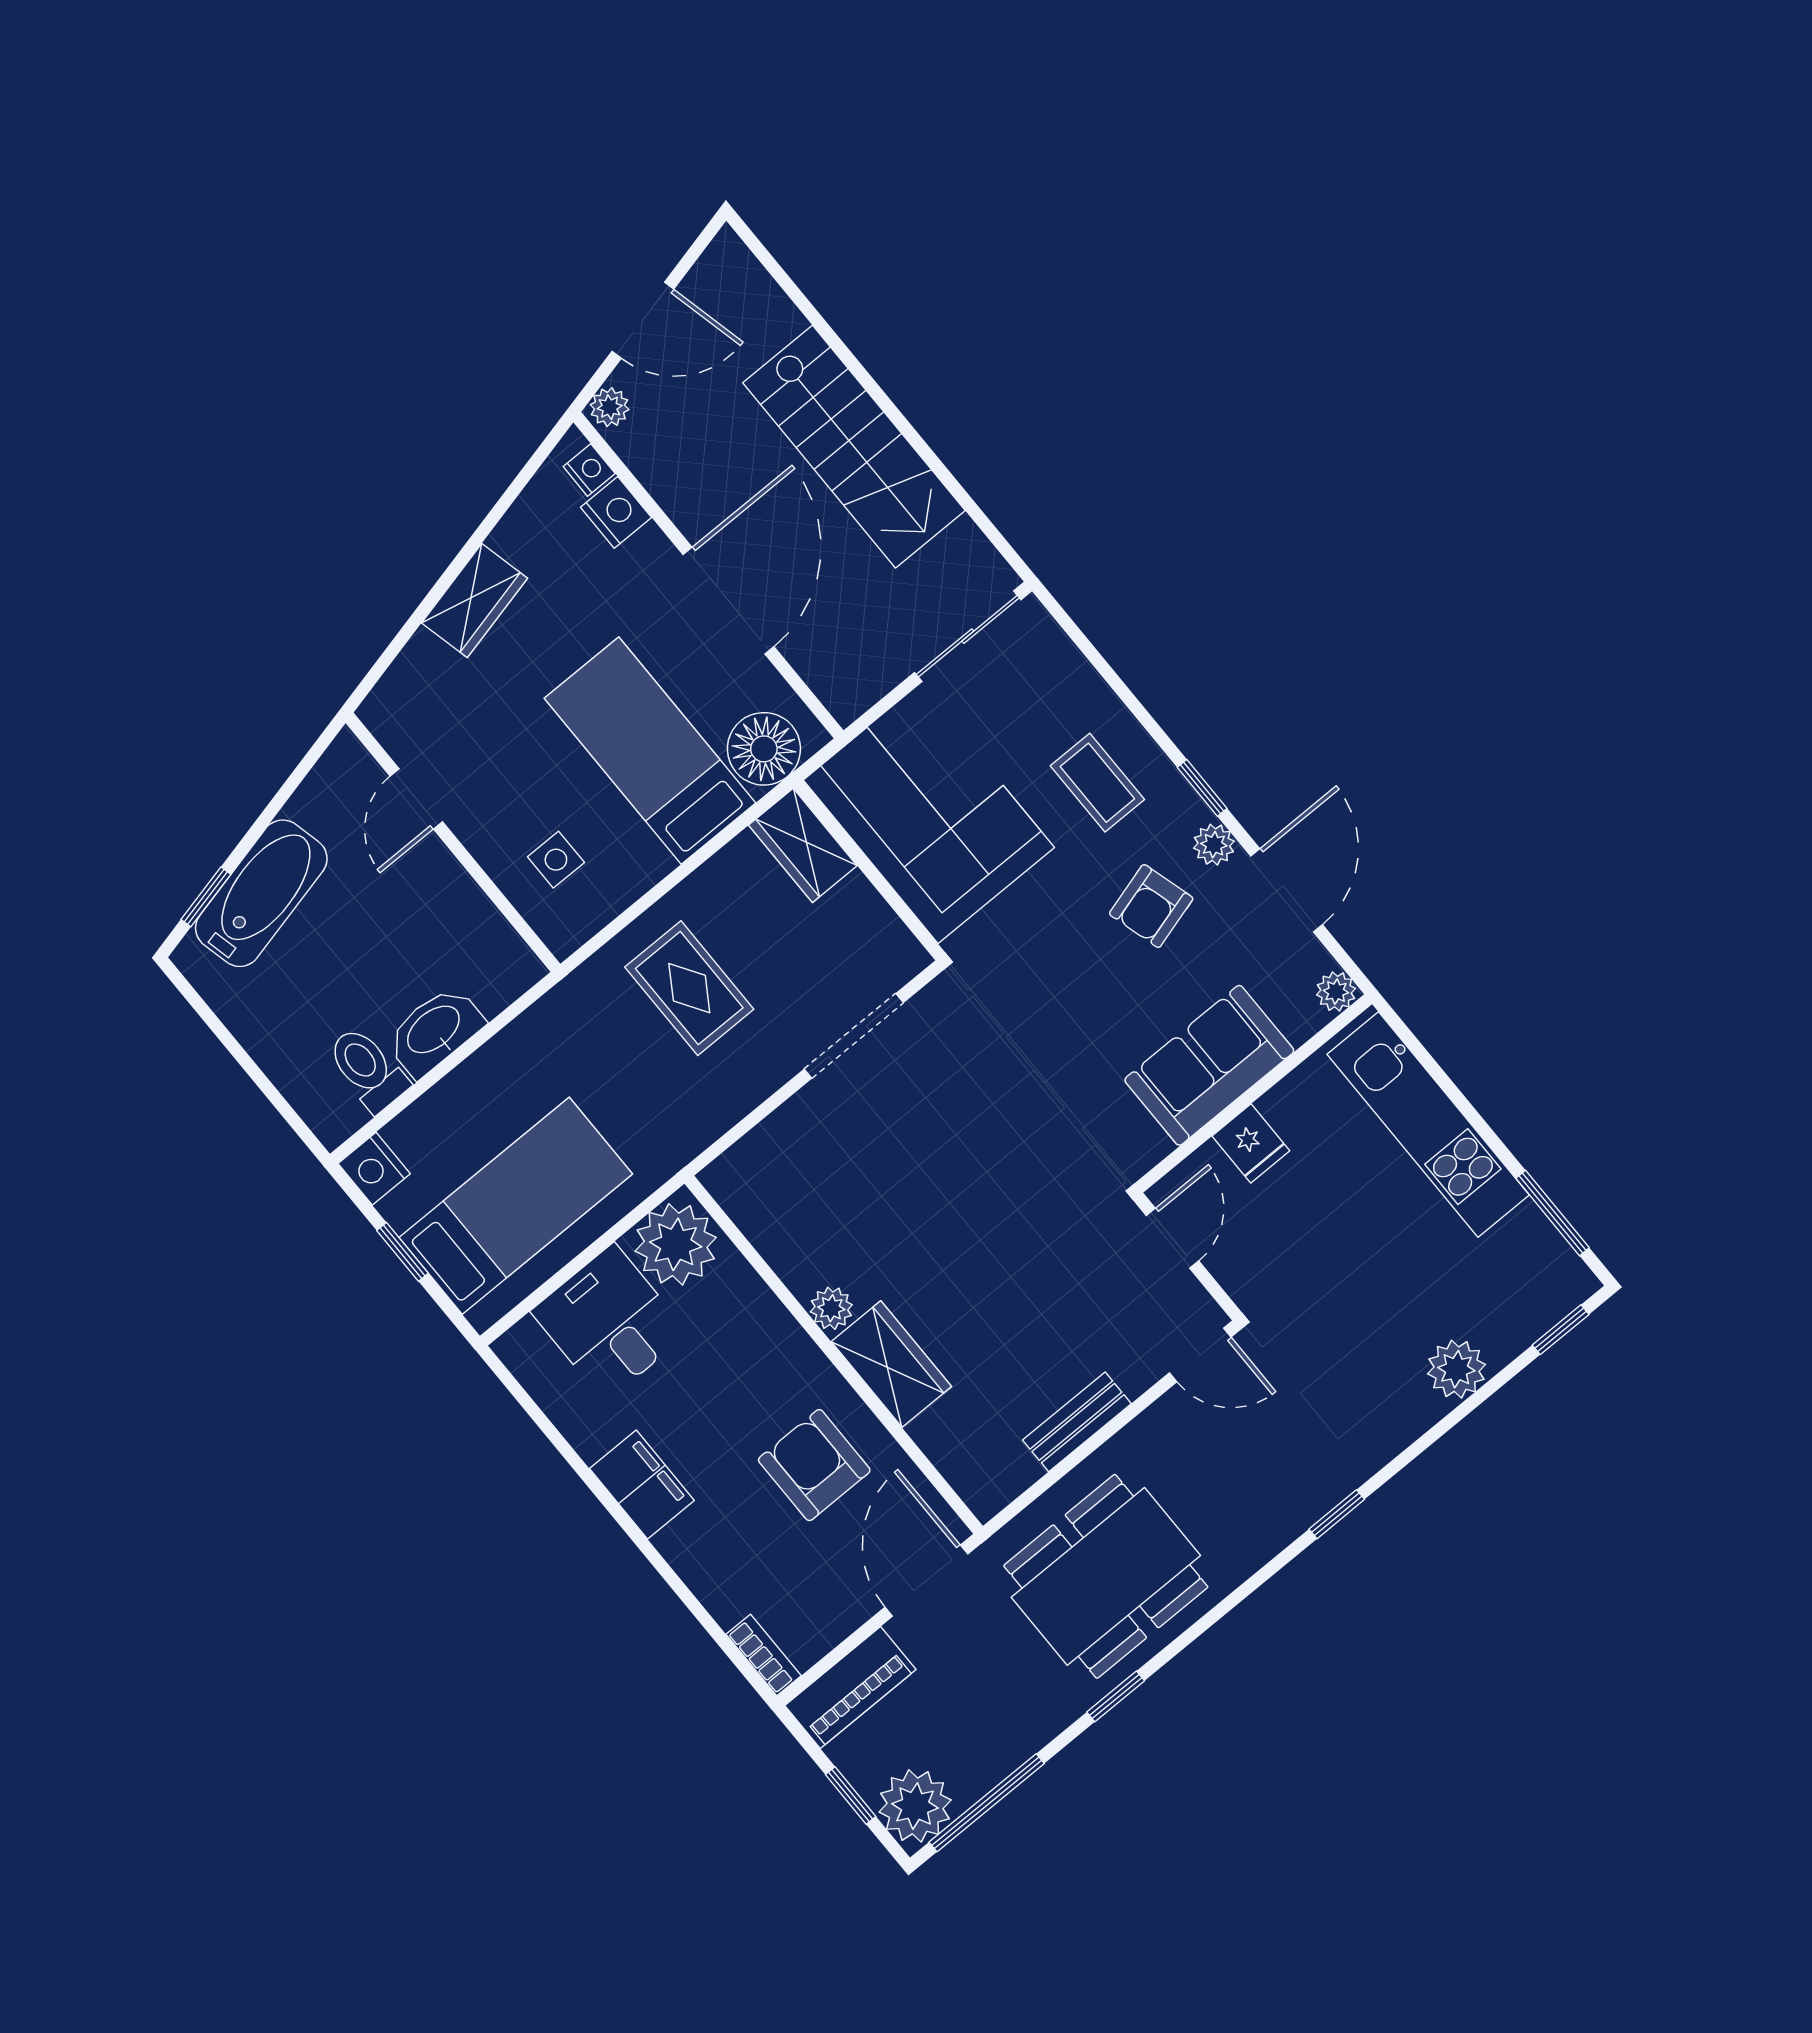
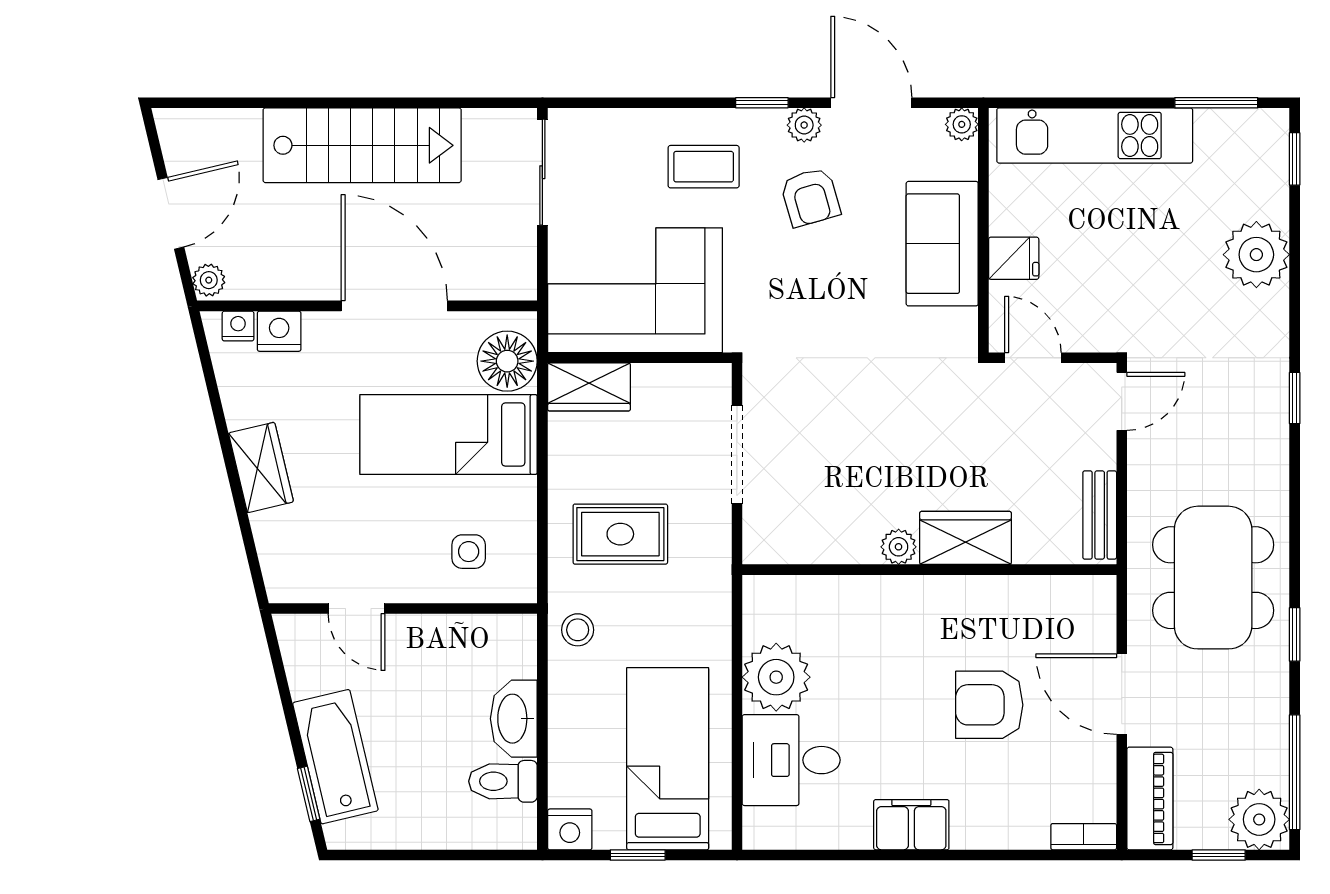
stool: (567, 1022) -> (578, 630), added
plant: (831, 1308) -> (899, 547), moved
wall: (834, 1355) -> (929, 570), moved
wardrobe: (891, 1364) -> (965, 538), moved
plant: (1456, 1369) -> (1256, 255), width x1.36, depth x1.36

